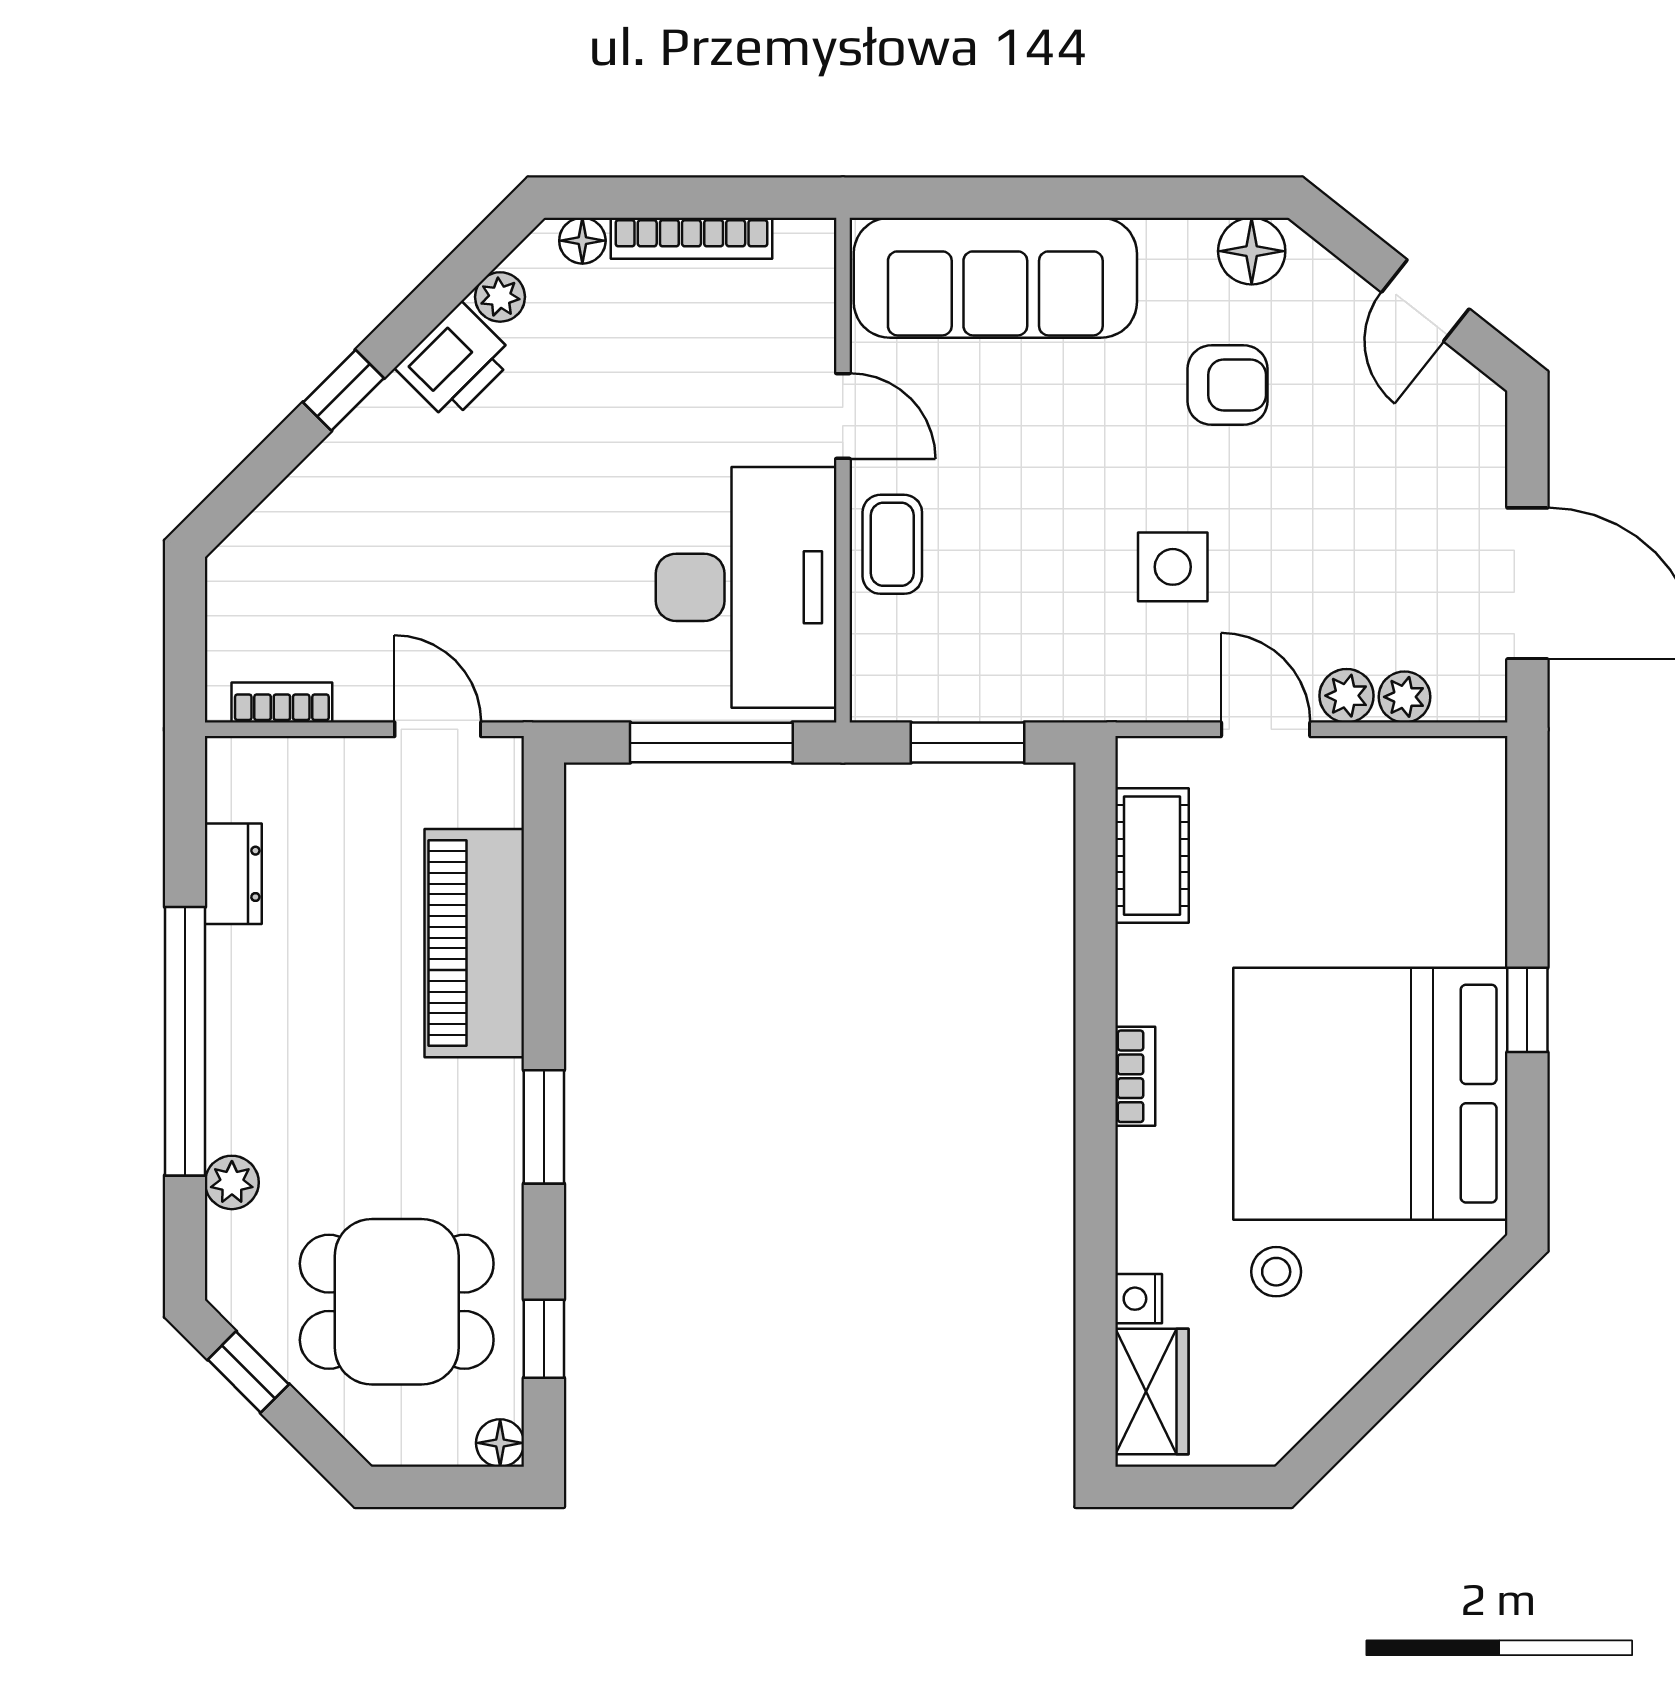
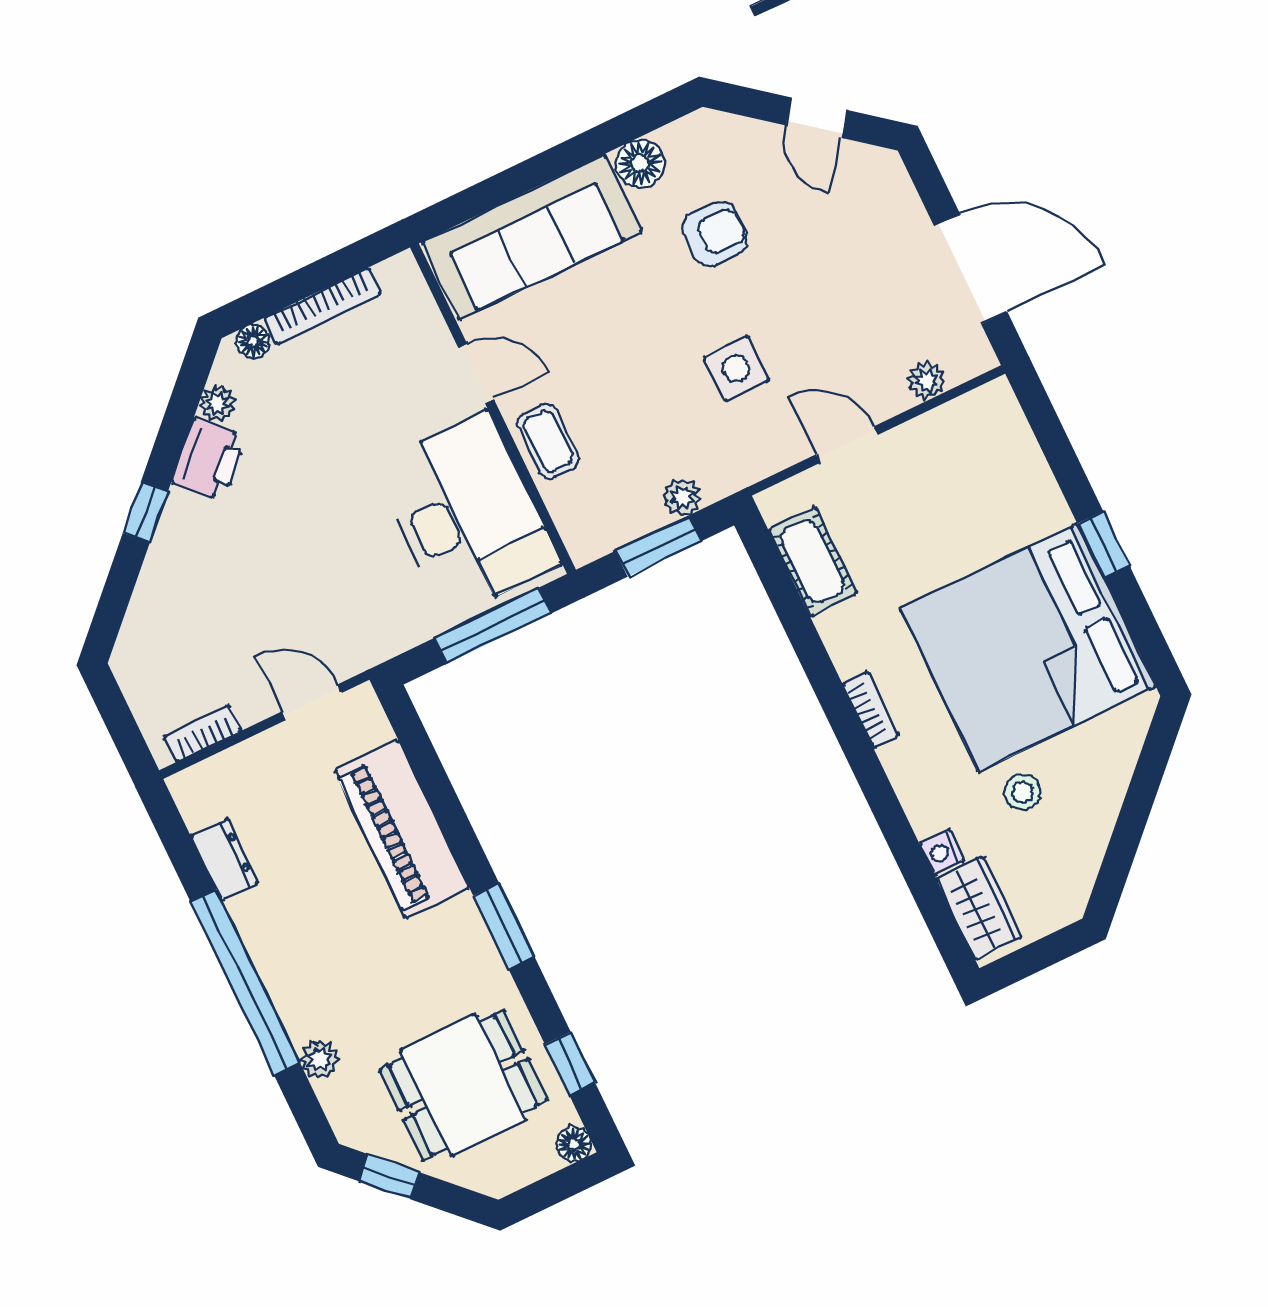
floor lamp: (1252, 251) -> (640, 163), moved
plant: (1347, 696) -> (682, 497), moved

